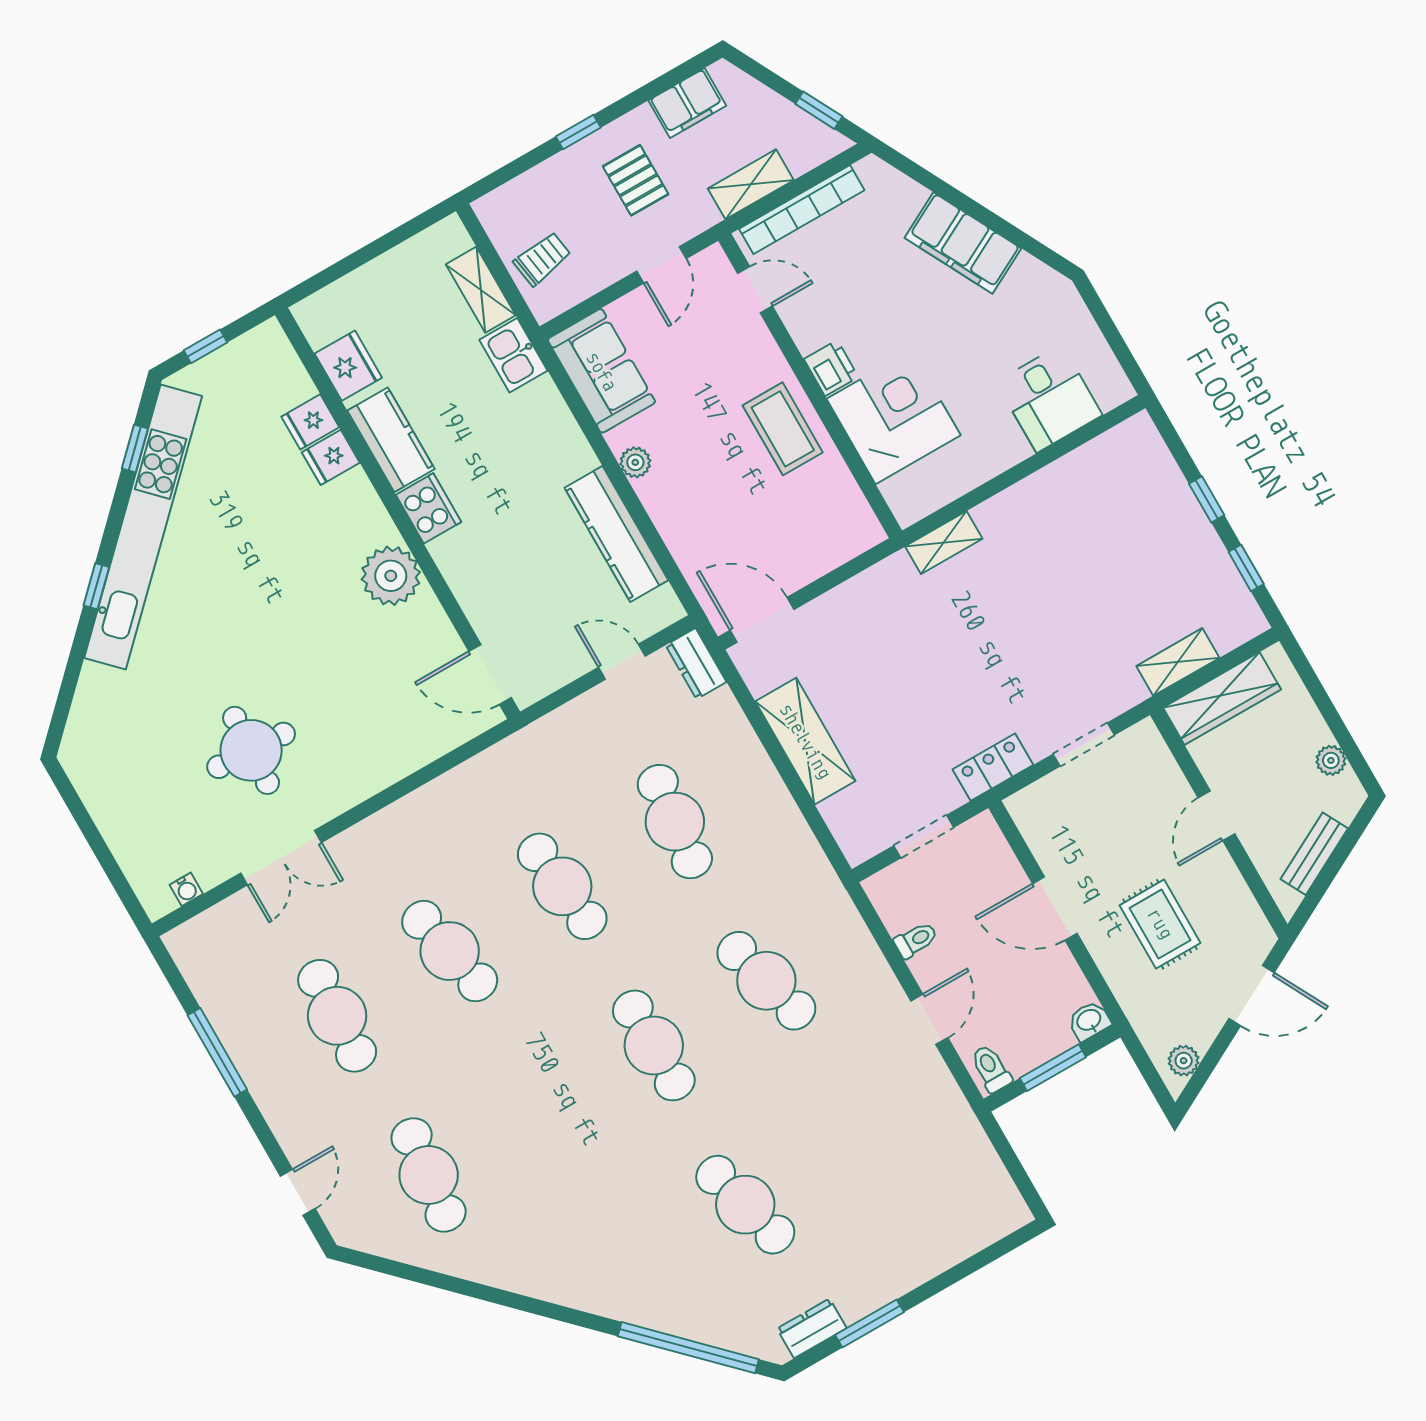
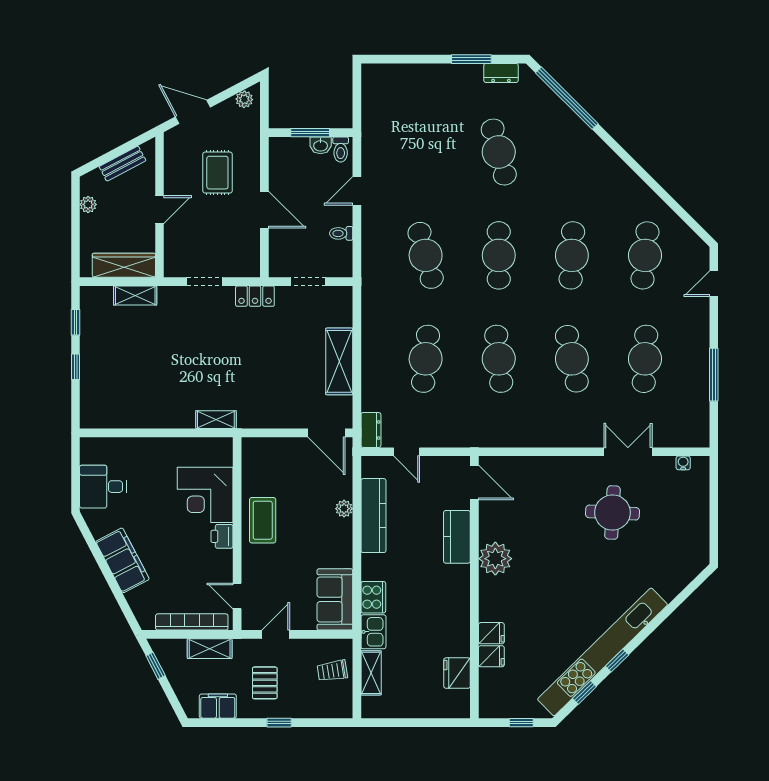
desk: (1049, 398) -> (103, 487), moved, turned -90
kitchen counter: (391, 440) -> (457, 537), moved
plant: (635, 462) -> (344, 509), moved
cooker: (428, 508) -> (373, 597), moved, turned 180
window: (96, 586) -> (617, 661), moved
washbasin: (1089, 1021) -> (321, 145), moved
cafe table: (541, 1110) -> (572, 255), added

